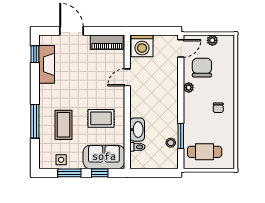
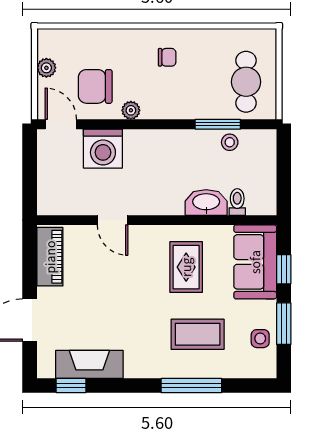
washing machine: (142, 46) -> (103, 149), moved, turned 90

